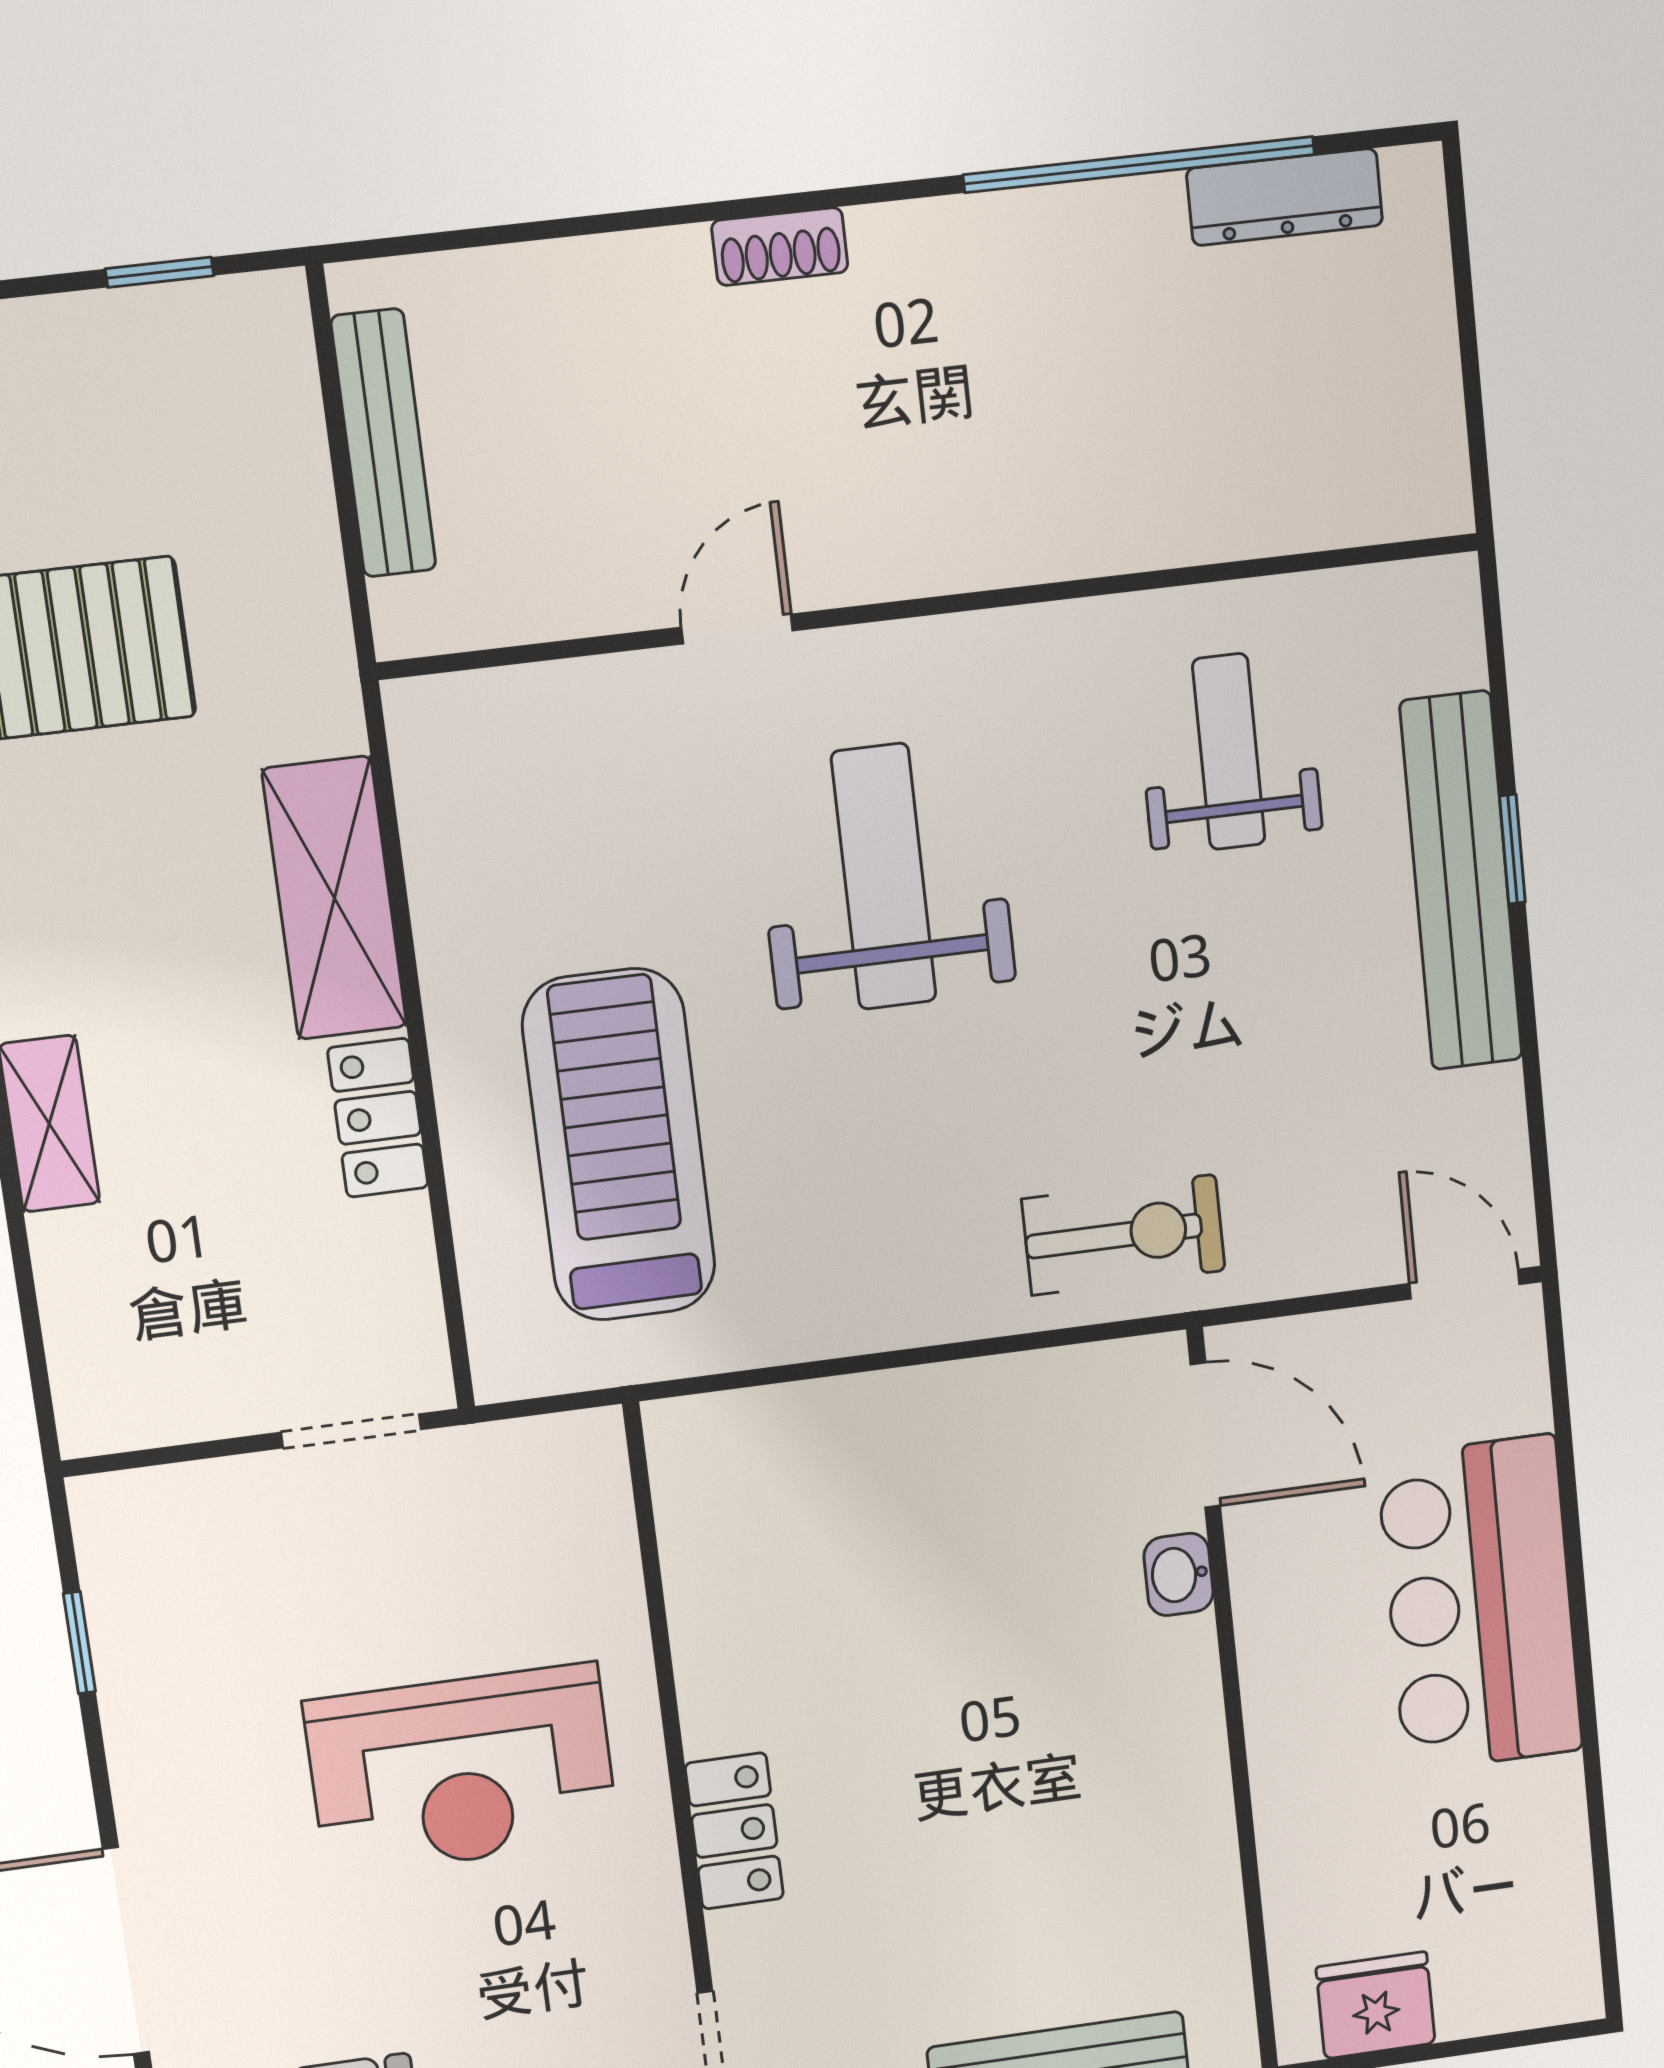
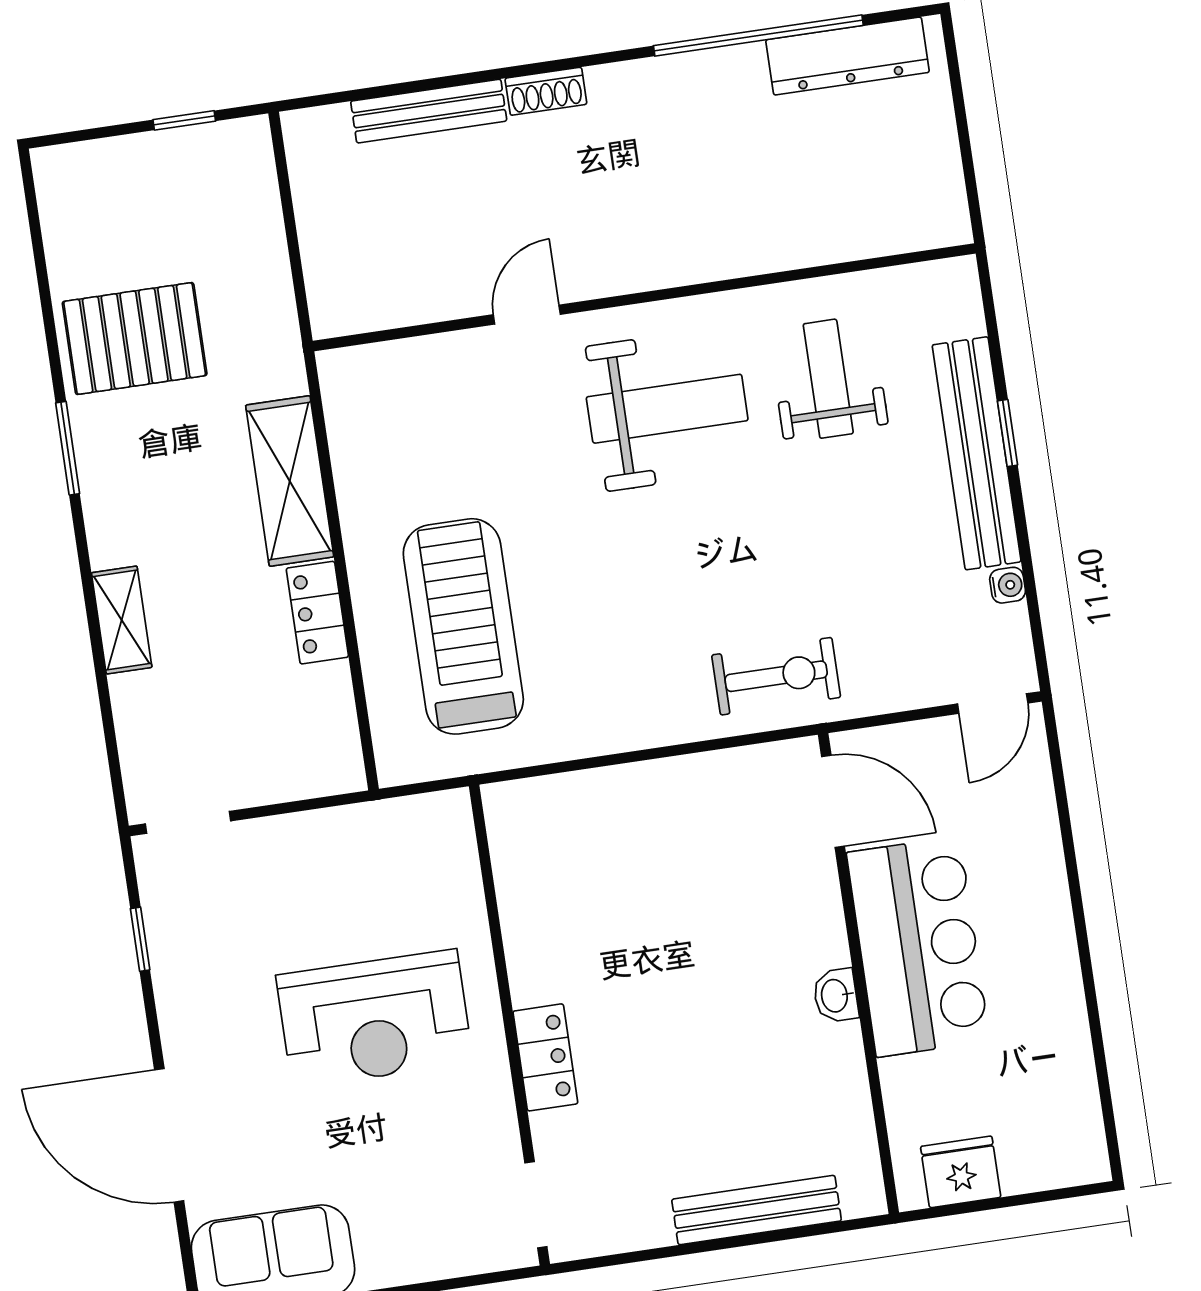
dresser: (1285, 197) -> (848, 56), width x1.37, depth x1.24
bench: (383, 443) -> (429, 111), moved, turned 90
weight bench: (884, 877) -> (667, 409), moved, turned 90
water cooler: (1499, 1096) -> (1008, 585), added
door: (1465, 1284) -> (993, 704), swing flipped
doorway: (351, 1431) -> (188, 822), moved
washbasin: (1179, 1574) -> (836, 996), moved
bar counter: (1480, 1604) -> (918, 947), moved, turned 180

